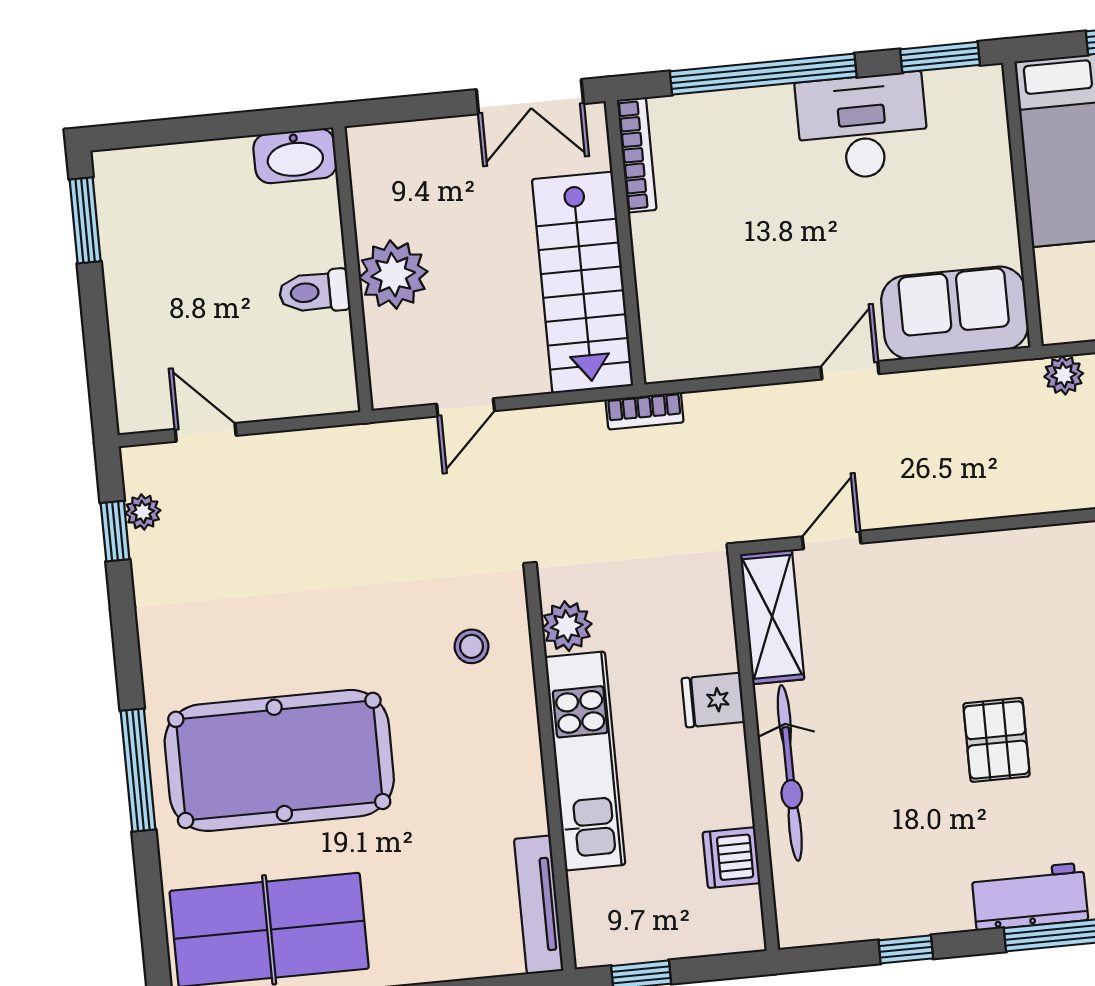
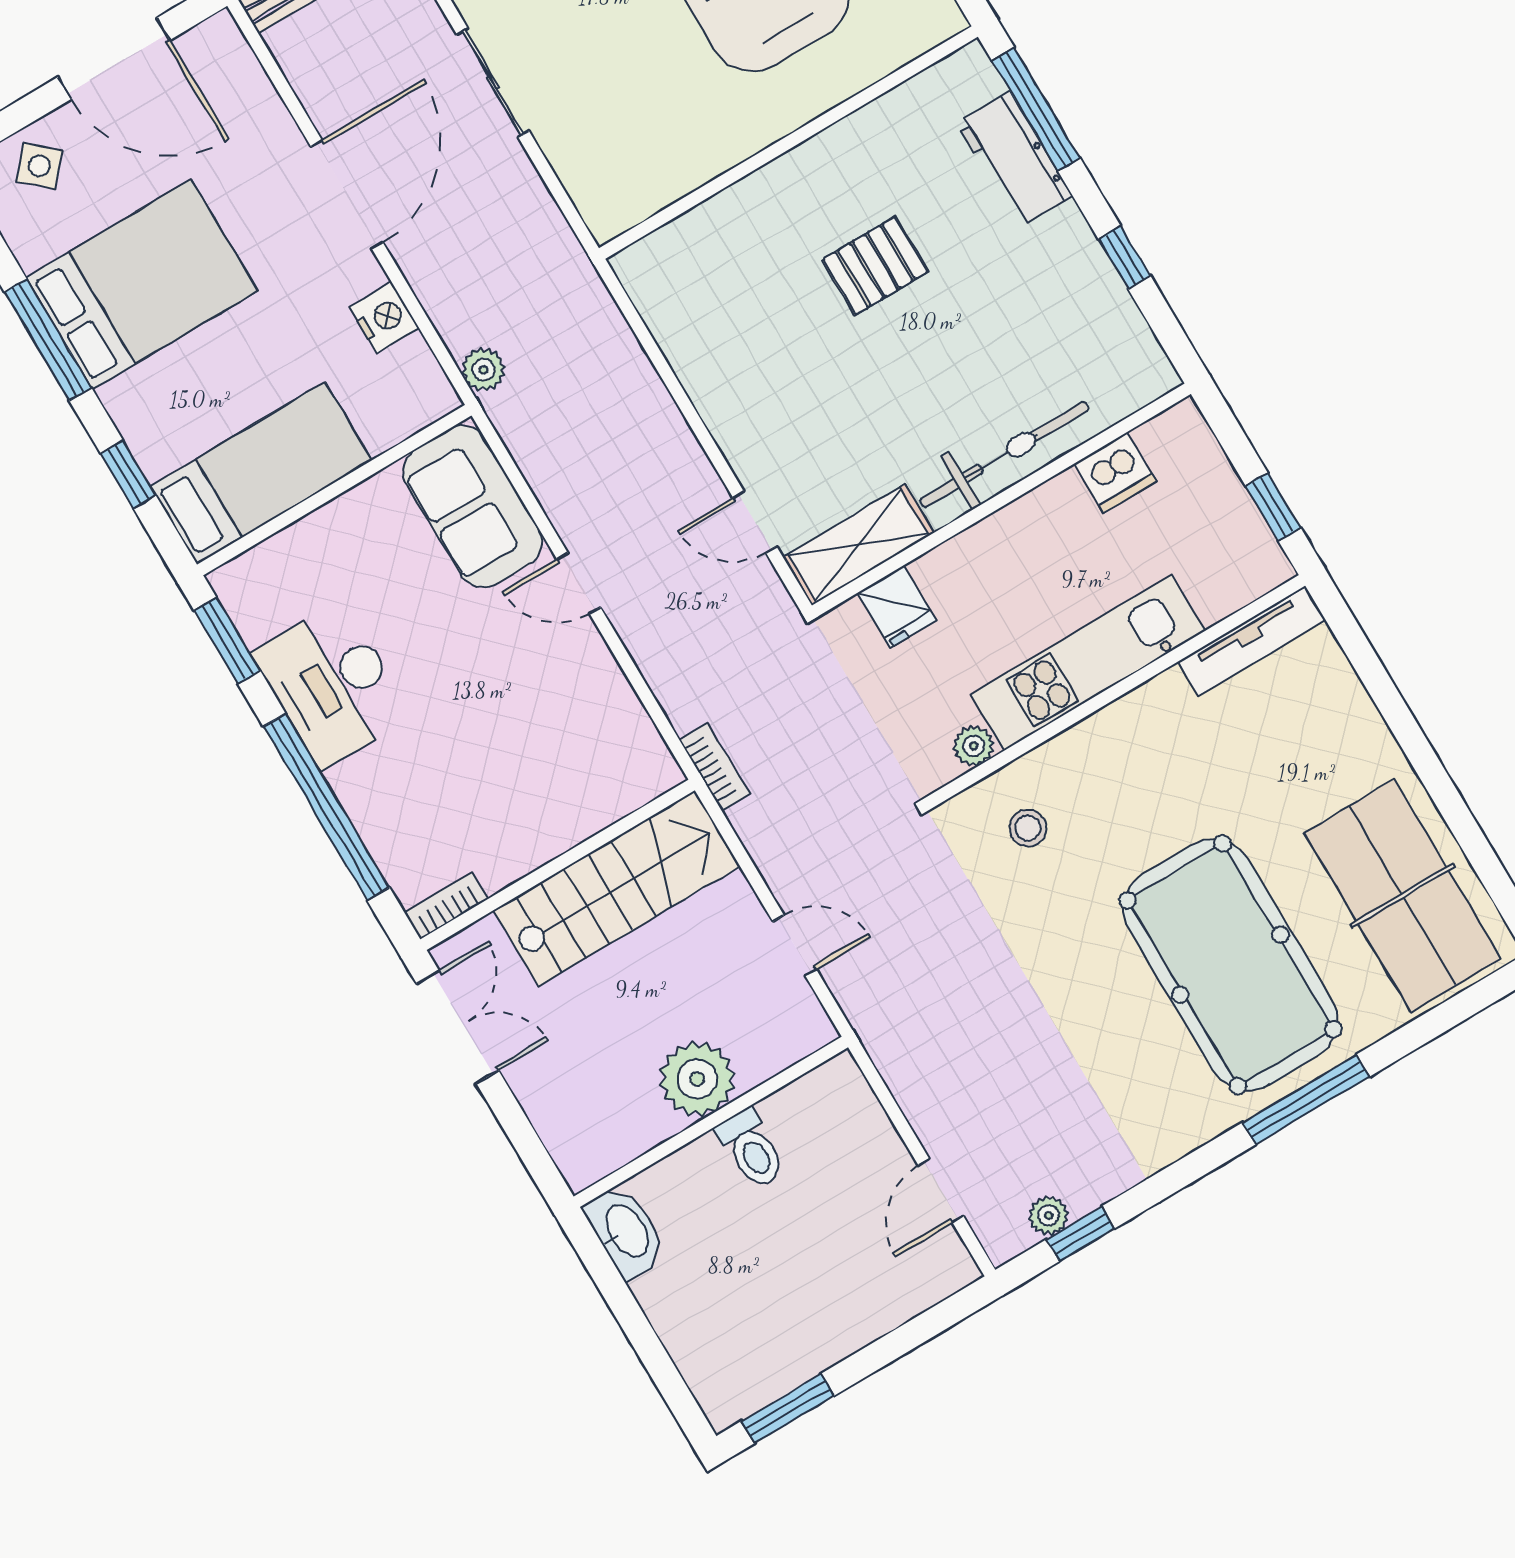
bookcase: (637, 155) -> (446, 906), width x0.64
plant: (567, 626) -> (974, 746), width x0.73, depth x0.73
fridge: (713, 700) -> (897, 607), moved

